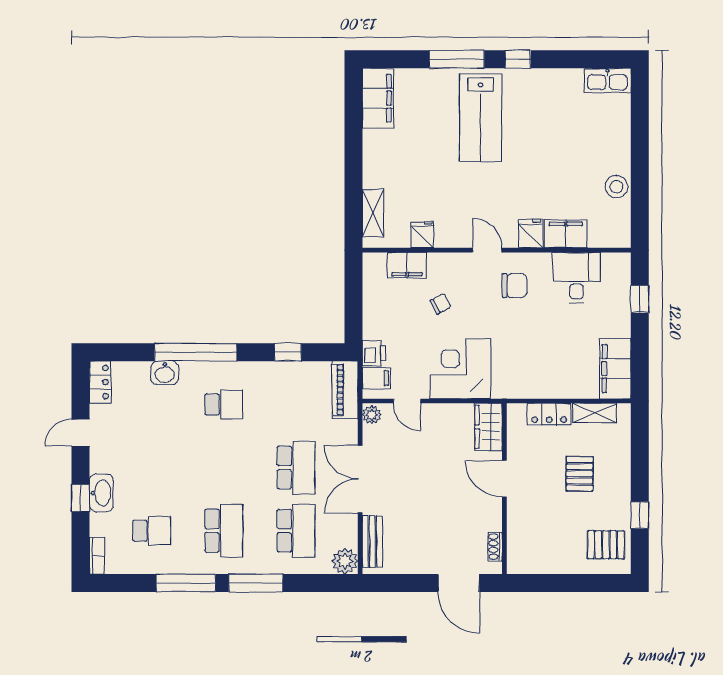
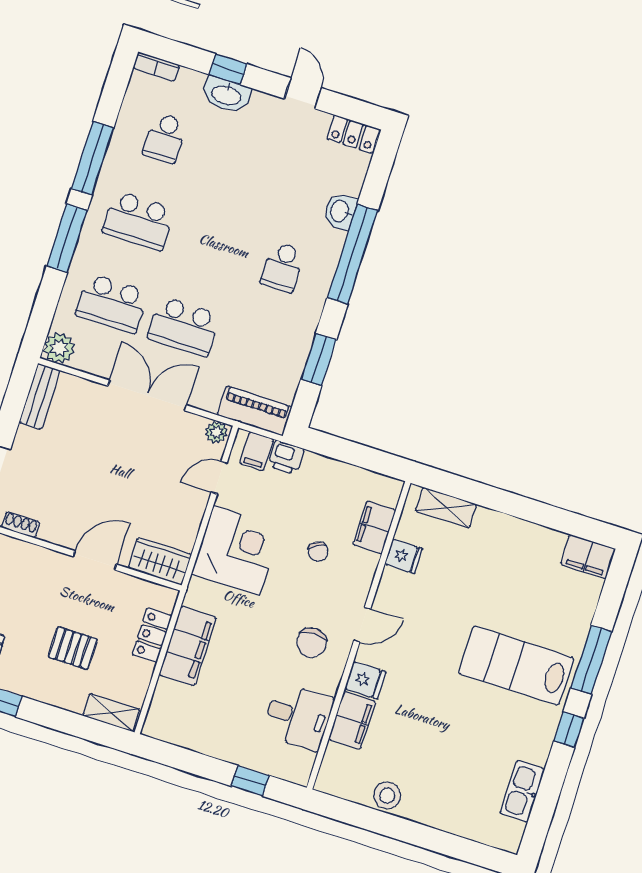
kitchen sink: (607, 81) -> (522, 791), moved
filing cabinet: (378, 98) -> (588, 557), width x0.67, depth x0.86
window: (288, 352) -> (319, 359), width x1.50
filing cabinet: (615, 369) -> (188, 646), moved, turned 90
shelving: (595, 413) -> (111, 713), moved, turned 90
bench: (372, 542) -> (40, 396), moved, turned 90

